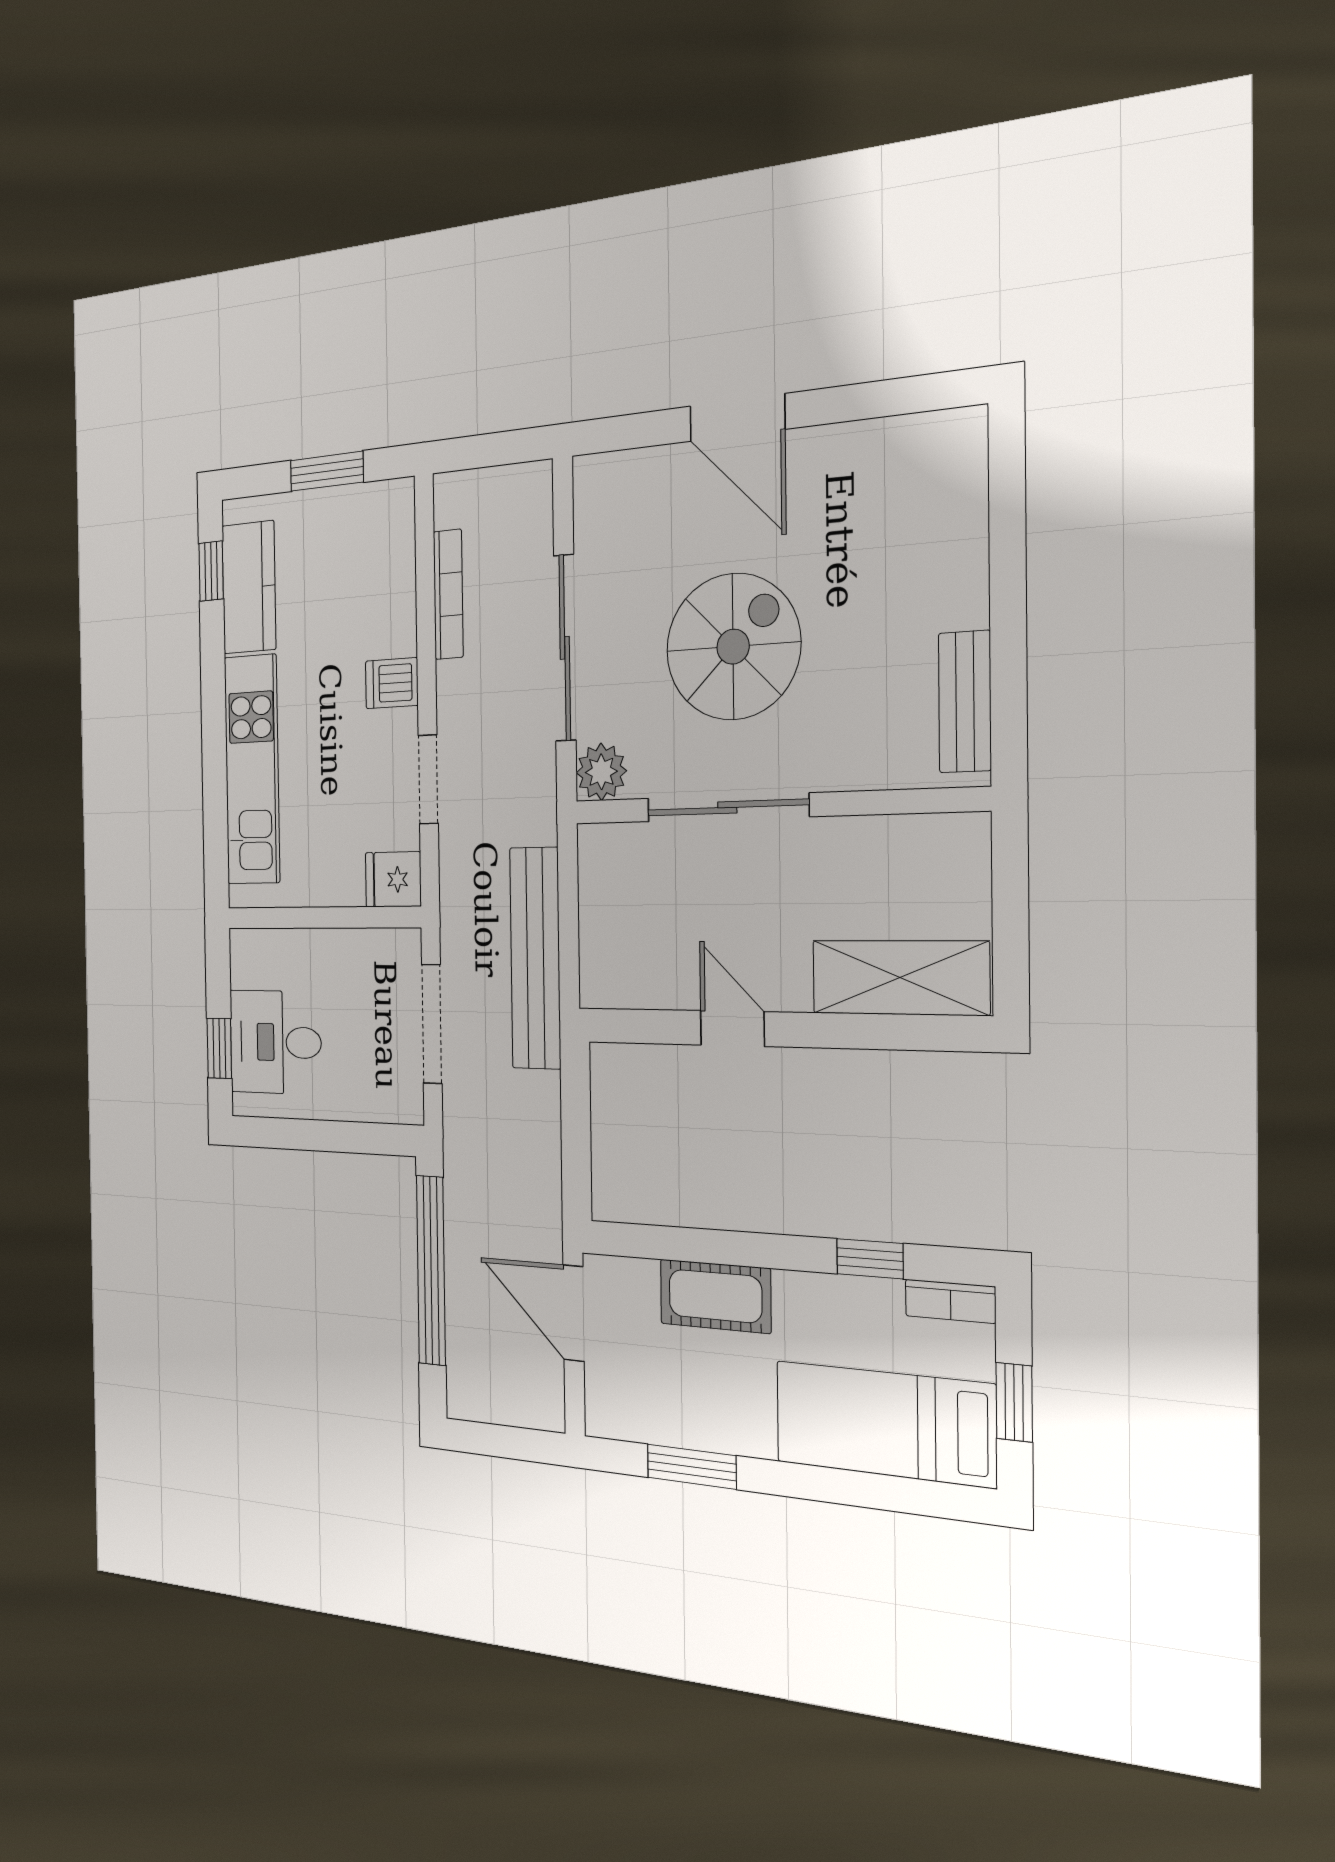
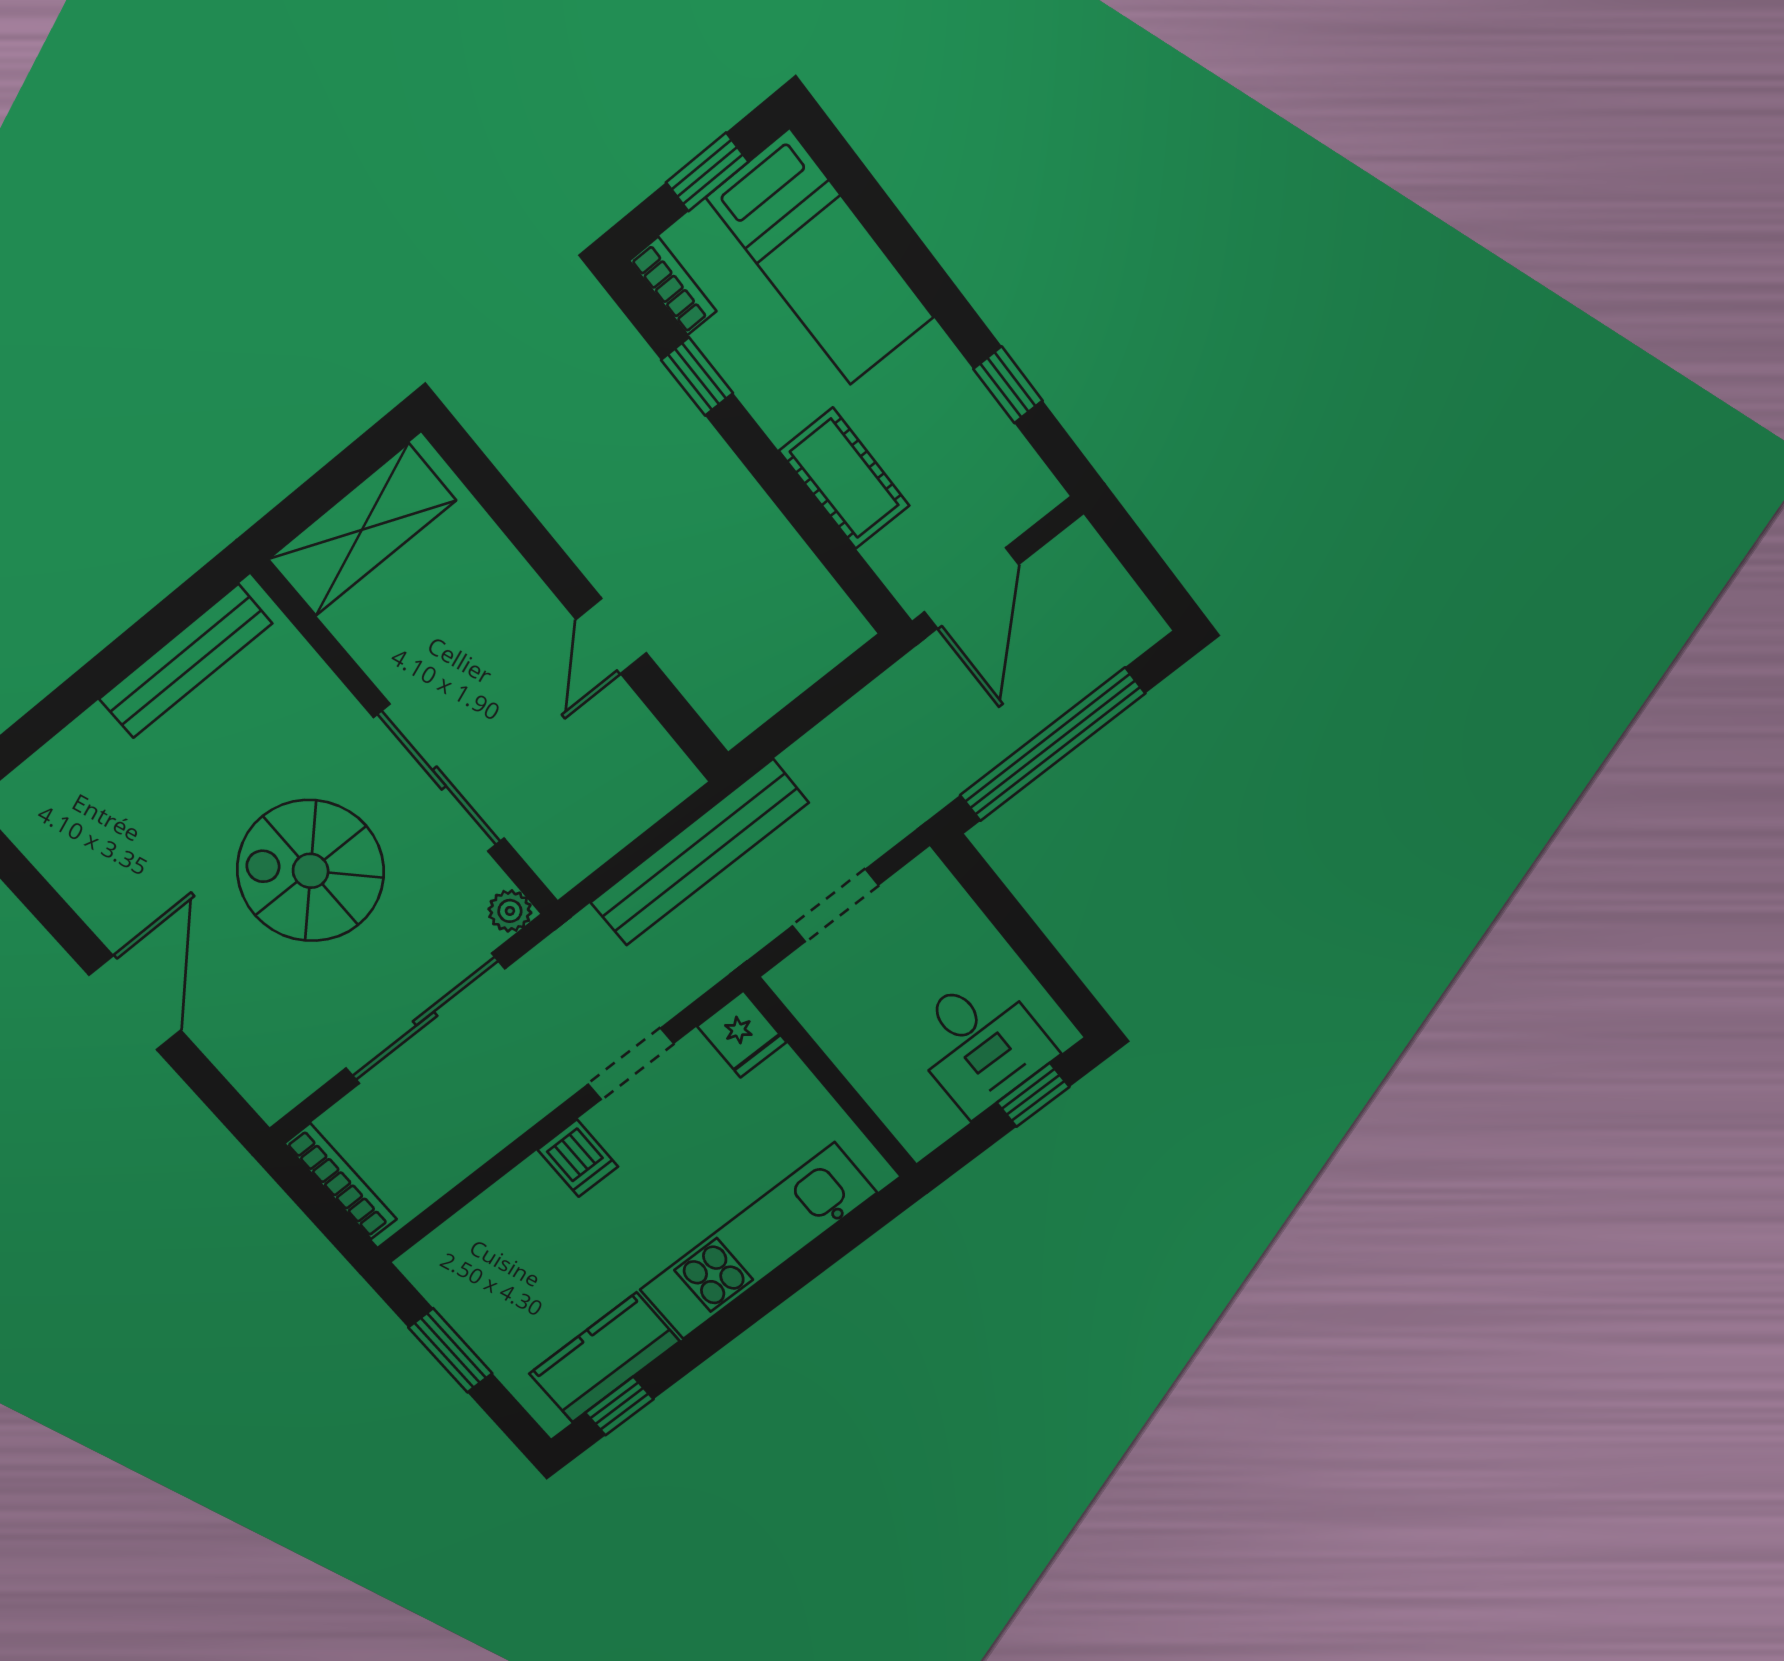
bookcase: (448, 594) -> (341, 1181), moved, turned 90
bench: (965, 702) -> (185, 661), width x1.36
plant: (601, 772) -> (510, 911), width x0.73, depth x0.73
shelving: (900, 978) -> (362, 530), moved, turned 90
doorway: (432, 1024) -> (835, 905), width x0.73
window: (692, 1467) -> (1008, 385), width x0.67

